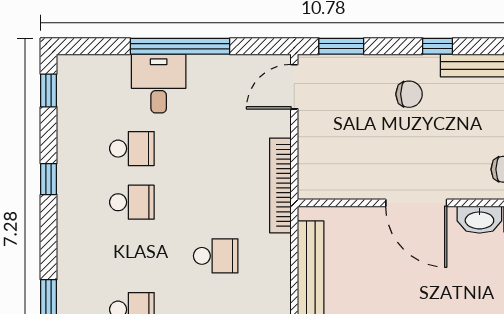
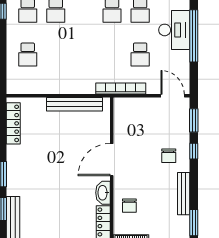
window: (438, 46) -> (194, 151), moved
desk: (159, 84) -> (174, 30), width x1.37
school desk: (216, 256) -> (140, 55), moved

